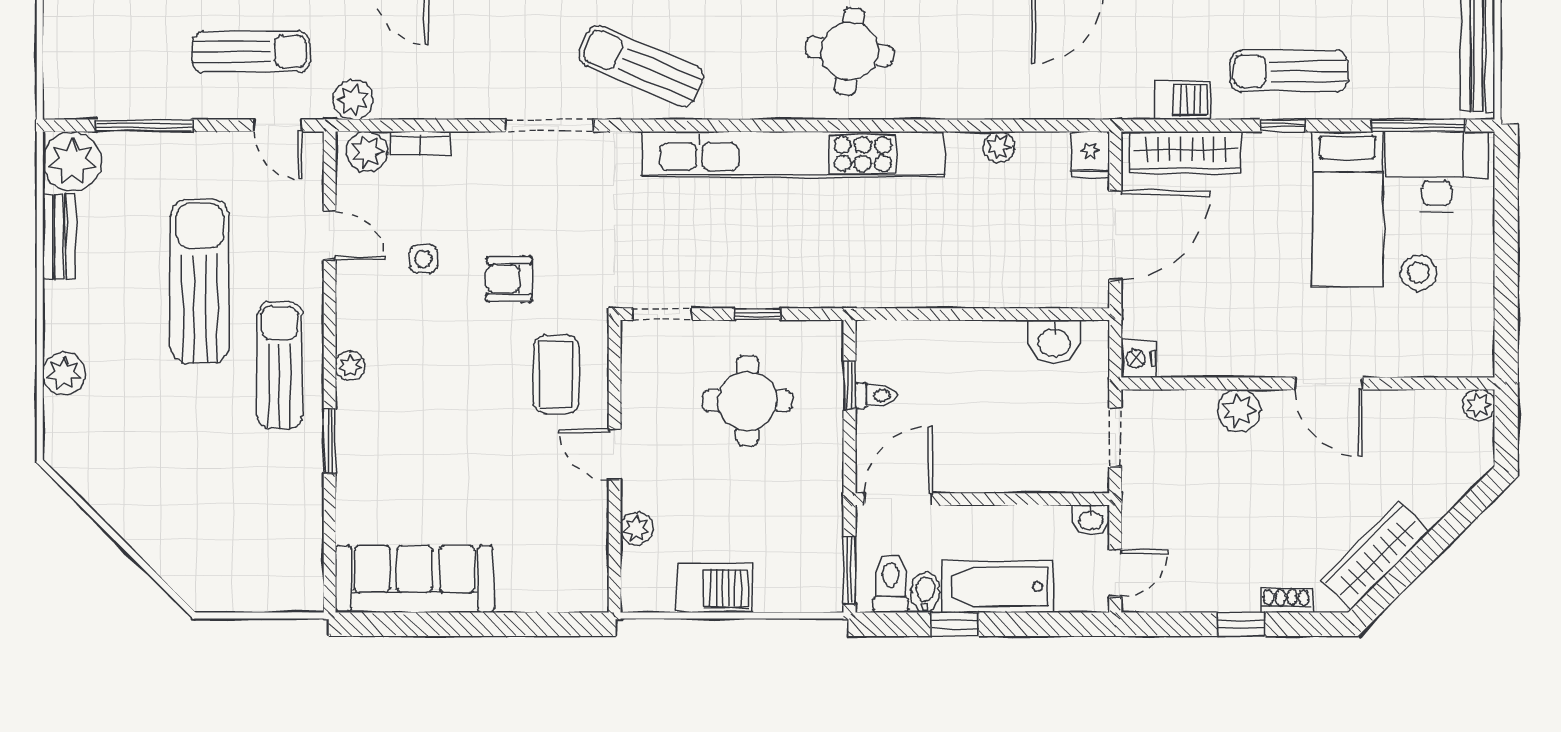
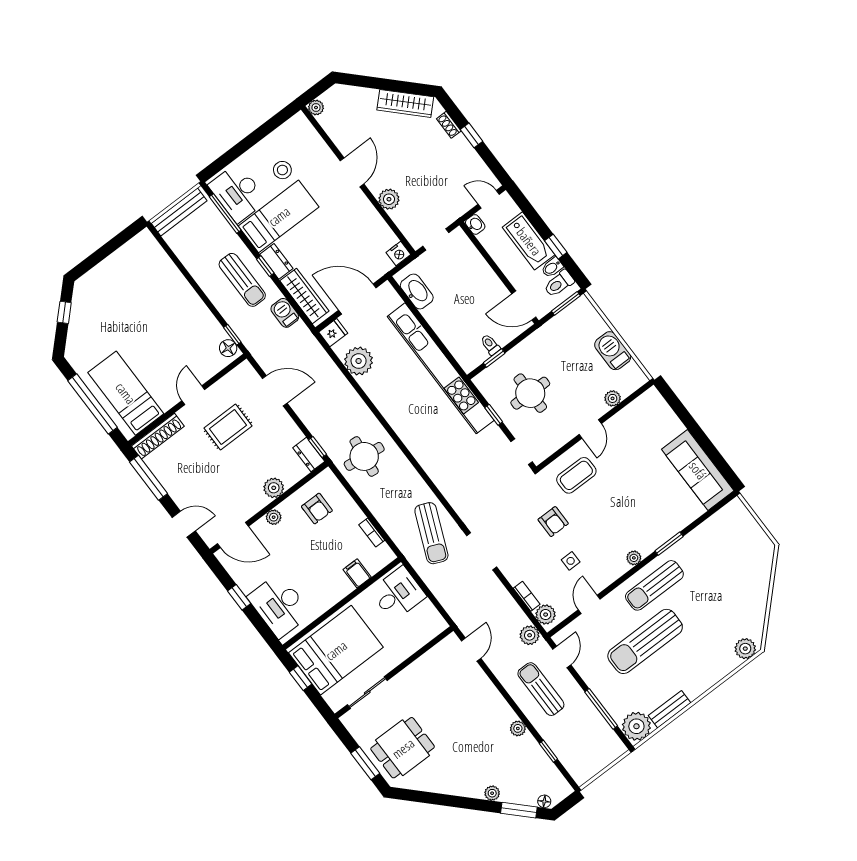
plant: (999, 147) -> (359, 361), width x1.87, depth x1.87
dresser: (1277, 150) -> (276, 261), added
kitchen unit: (793, 154) -> (441, 368), moved, turned 180
washbasin: (1054, 342) -> (417, 291), width x1.38
plant: (64, 373) -> (745, 649), moved

